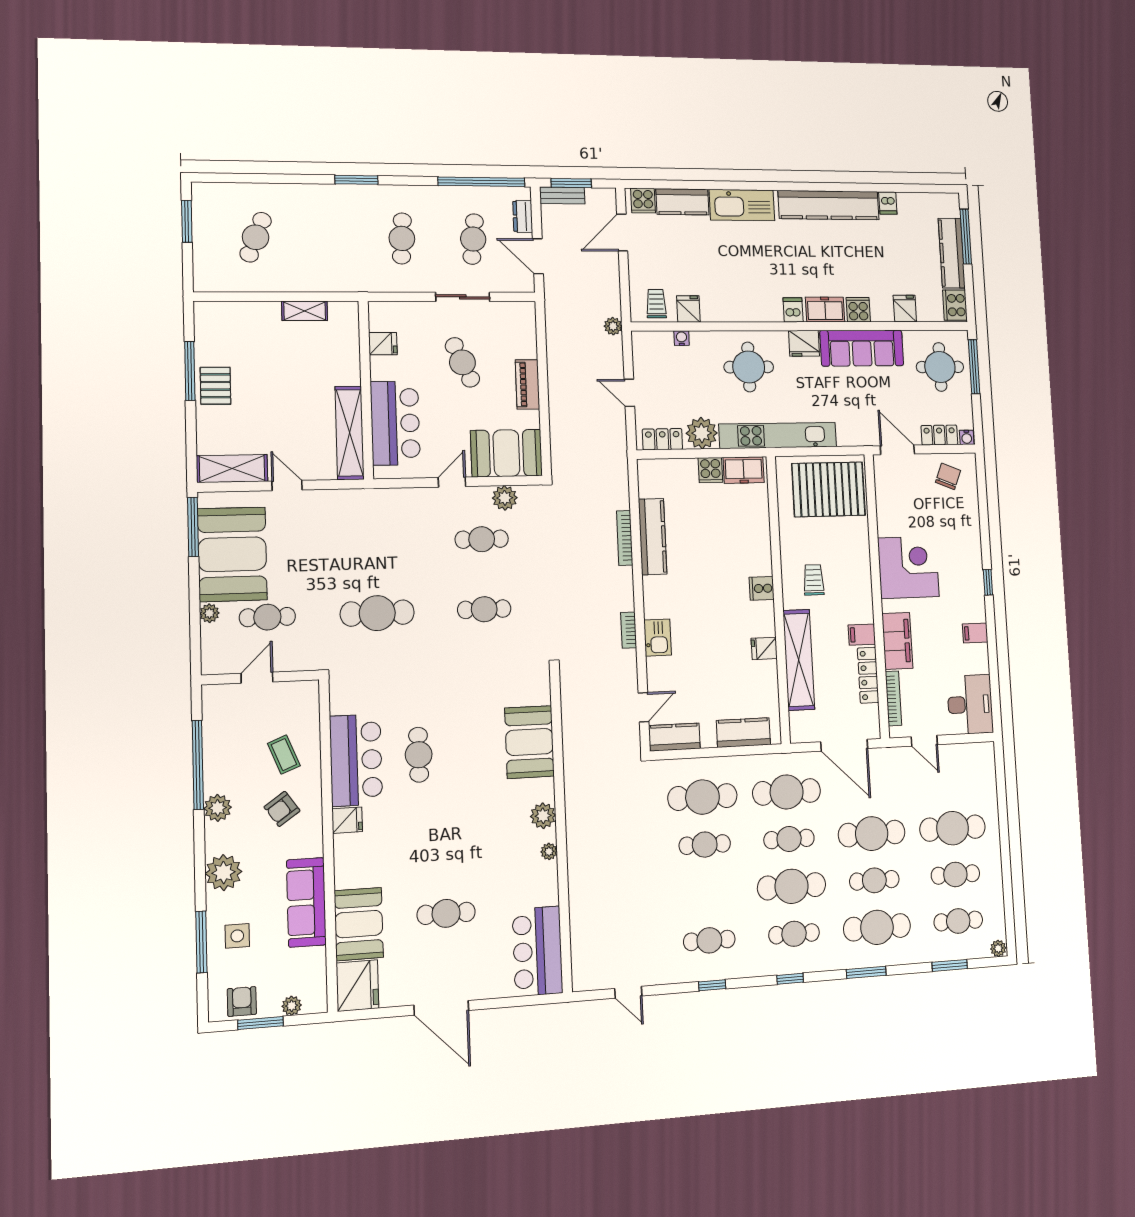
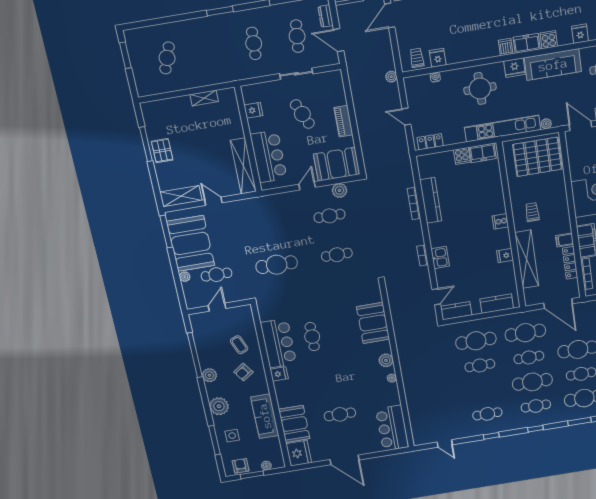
plant: (702, 433) -> (546, 124), moved, width x0.53, depth x0.53

